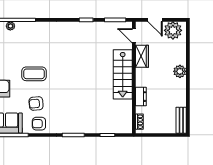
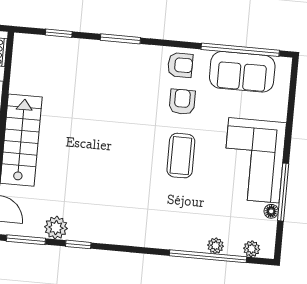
plant: (99, 28) -> (56, 228), added
coffee table: (34, 74) -> (181, 156), turned 90
armchair: (36, 103) -> (182, 102), turned -85

